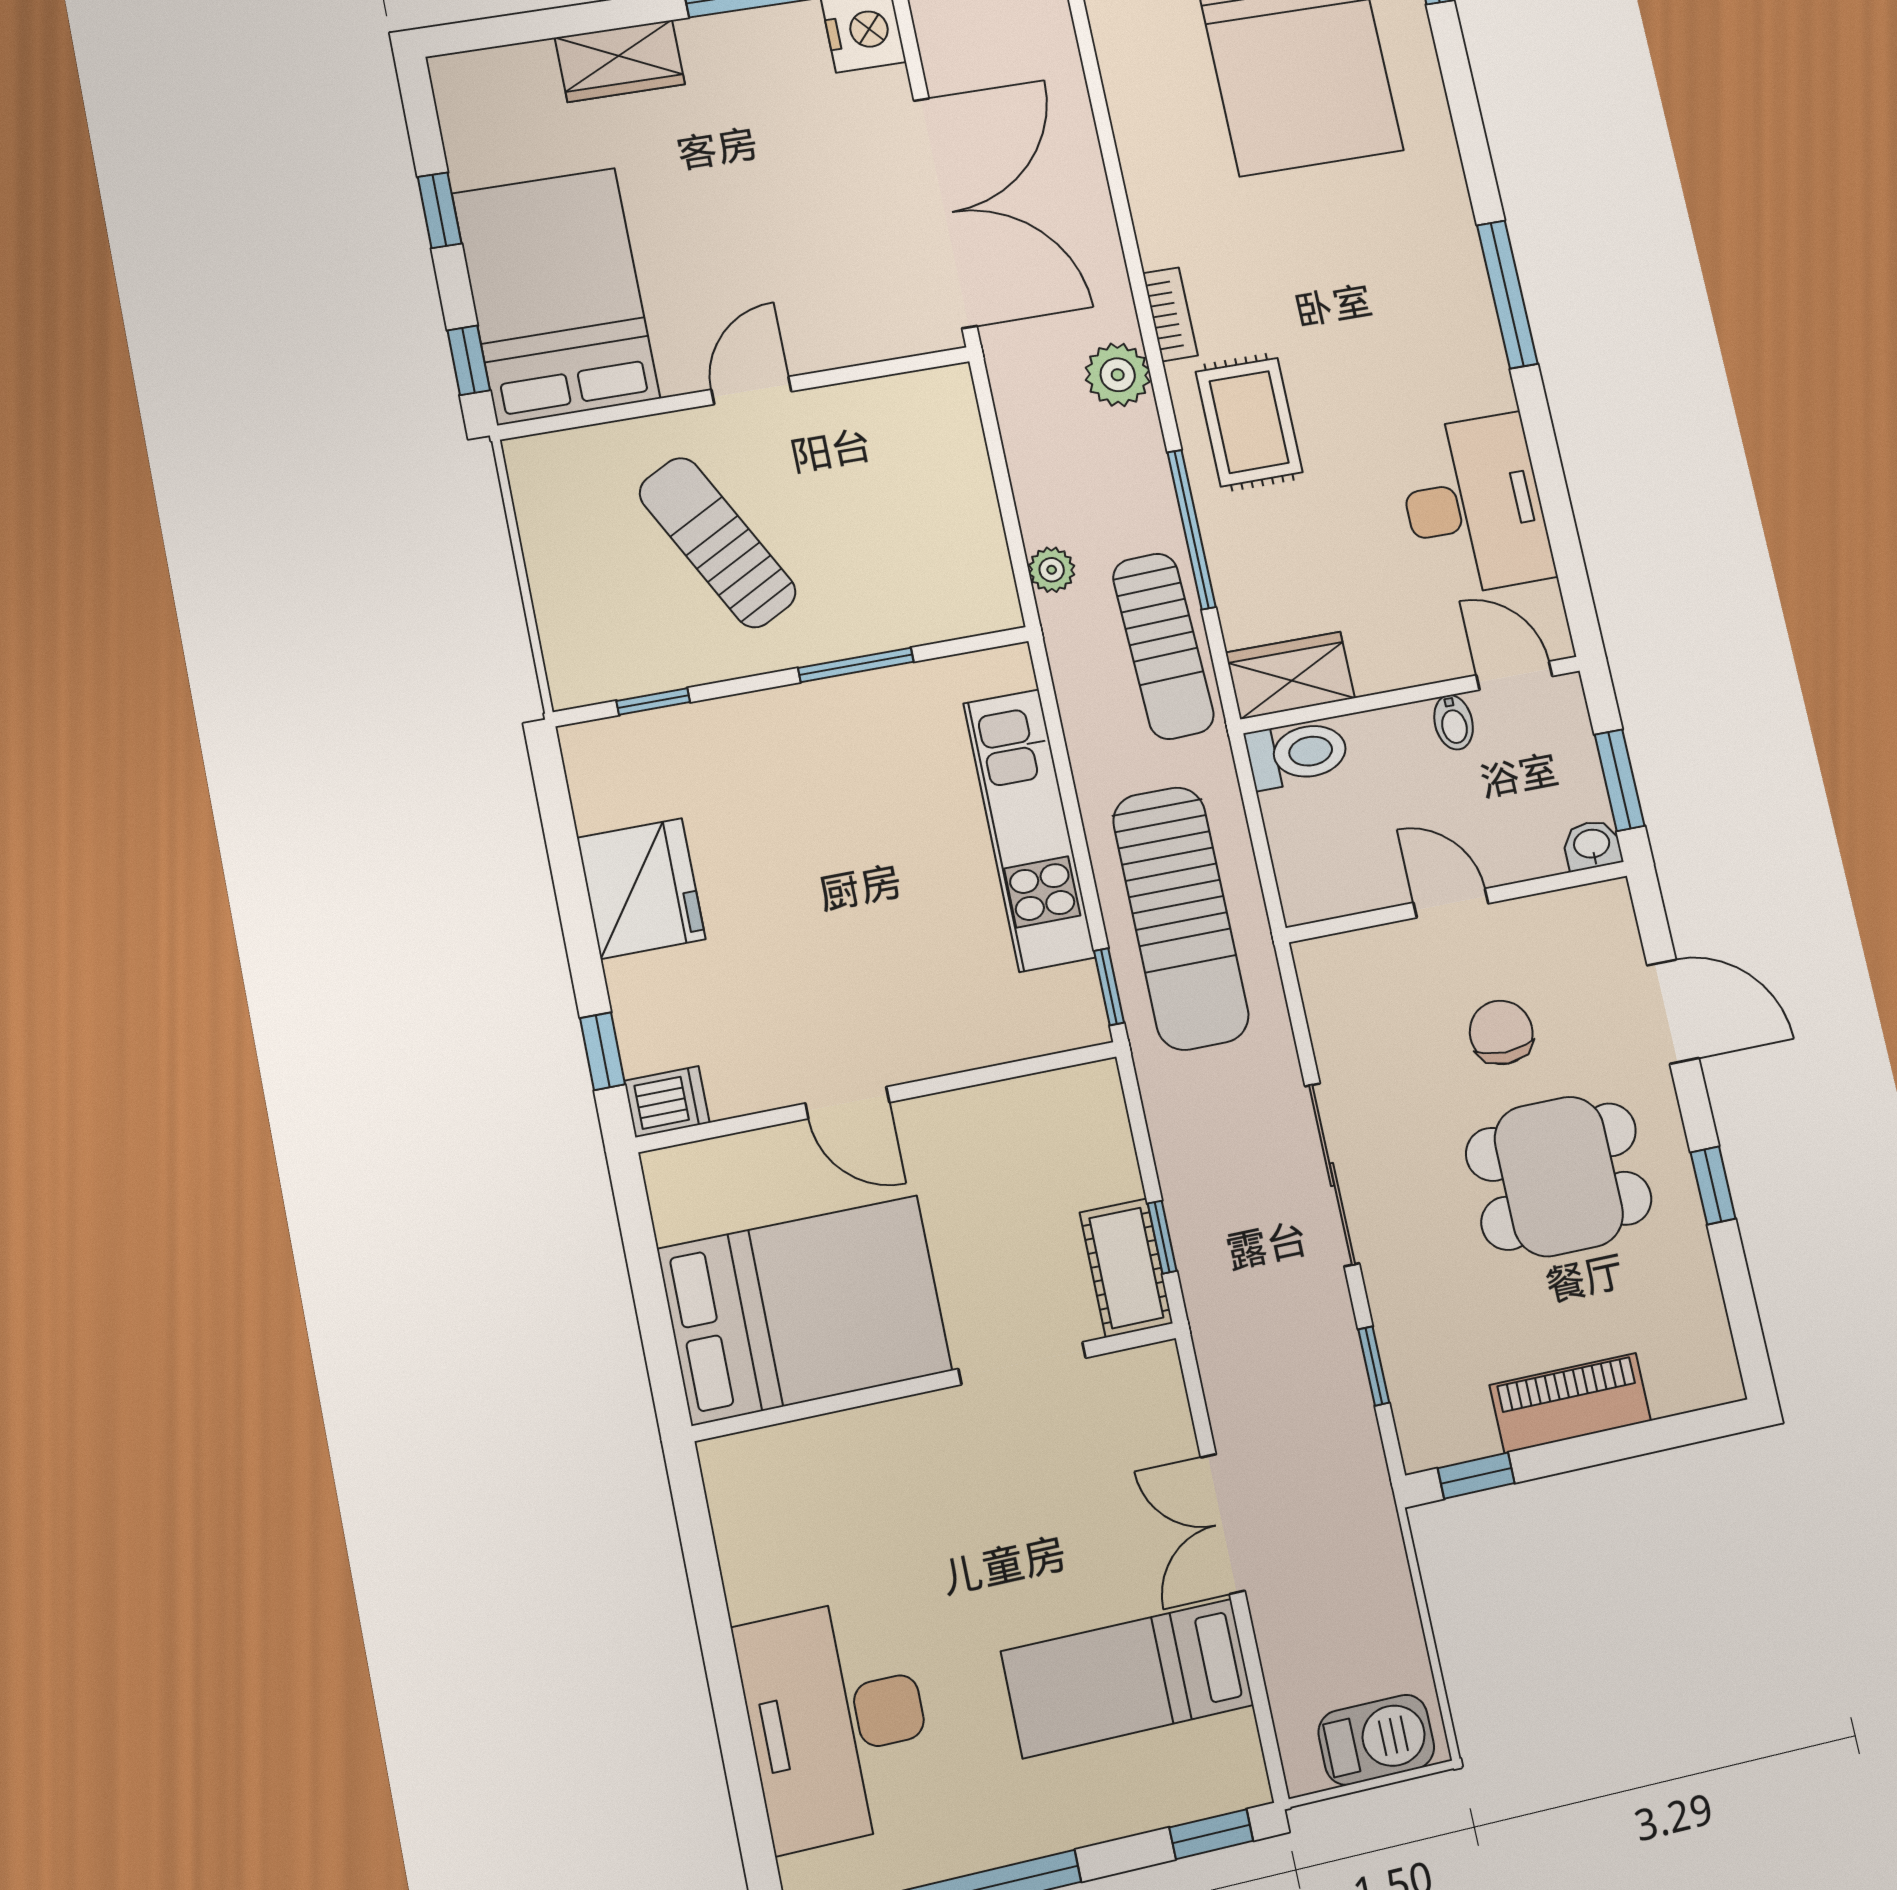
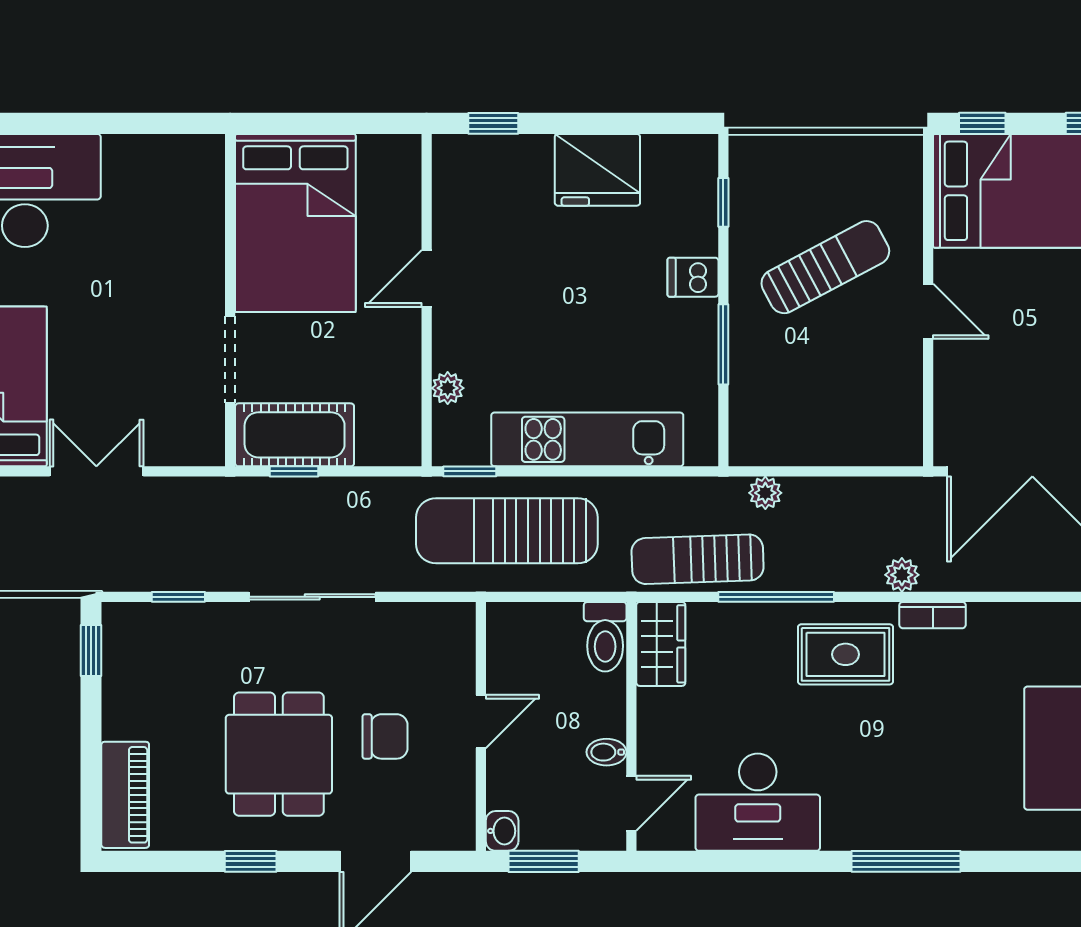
plant: (1118, 375) -> (902, 575), width x0.73, depth x0.73
plant: (998, 1041) -> (448, 388), added
dishwasher: (667, 1102) -> (693, 277), moved, turned 90
cot: (1126, 1268) -> (295, 435), width x1.37, depth x1.34
piano: (1570, 1403) -> (125, 795), moved

